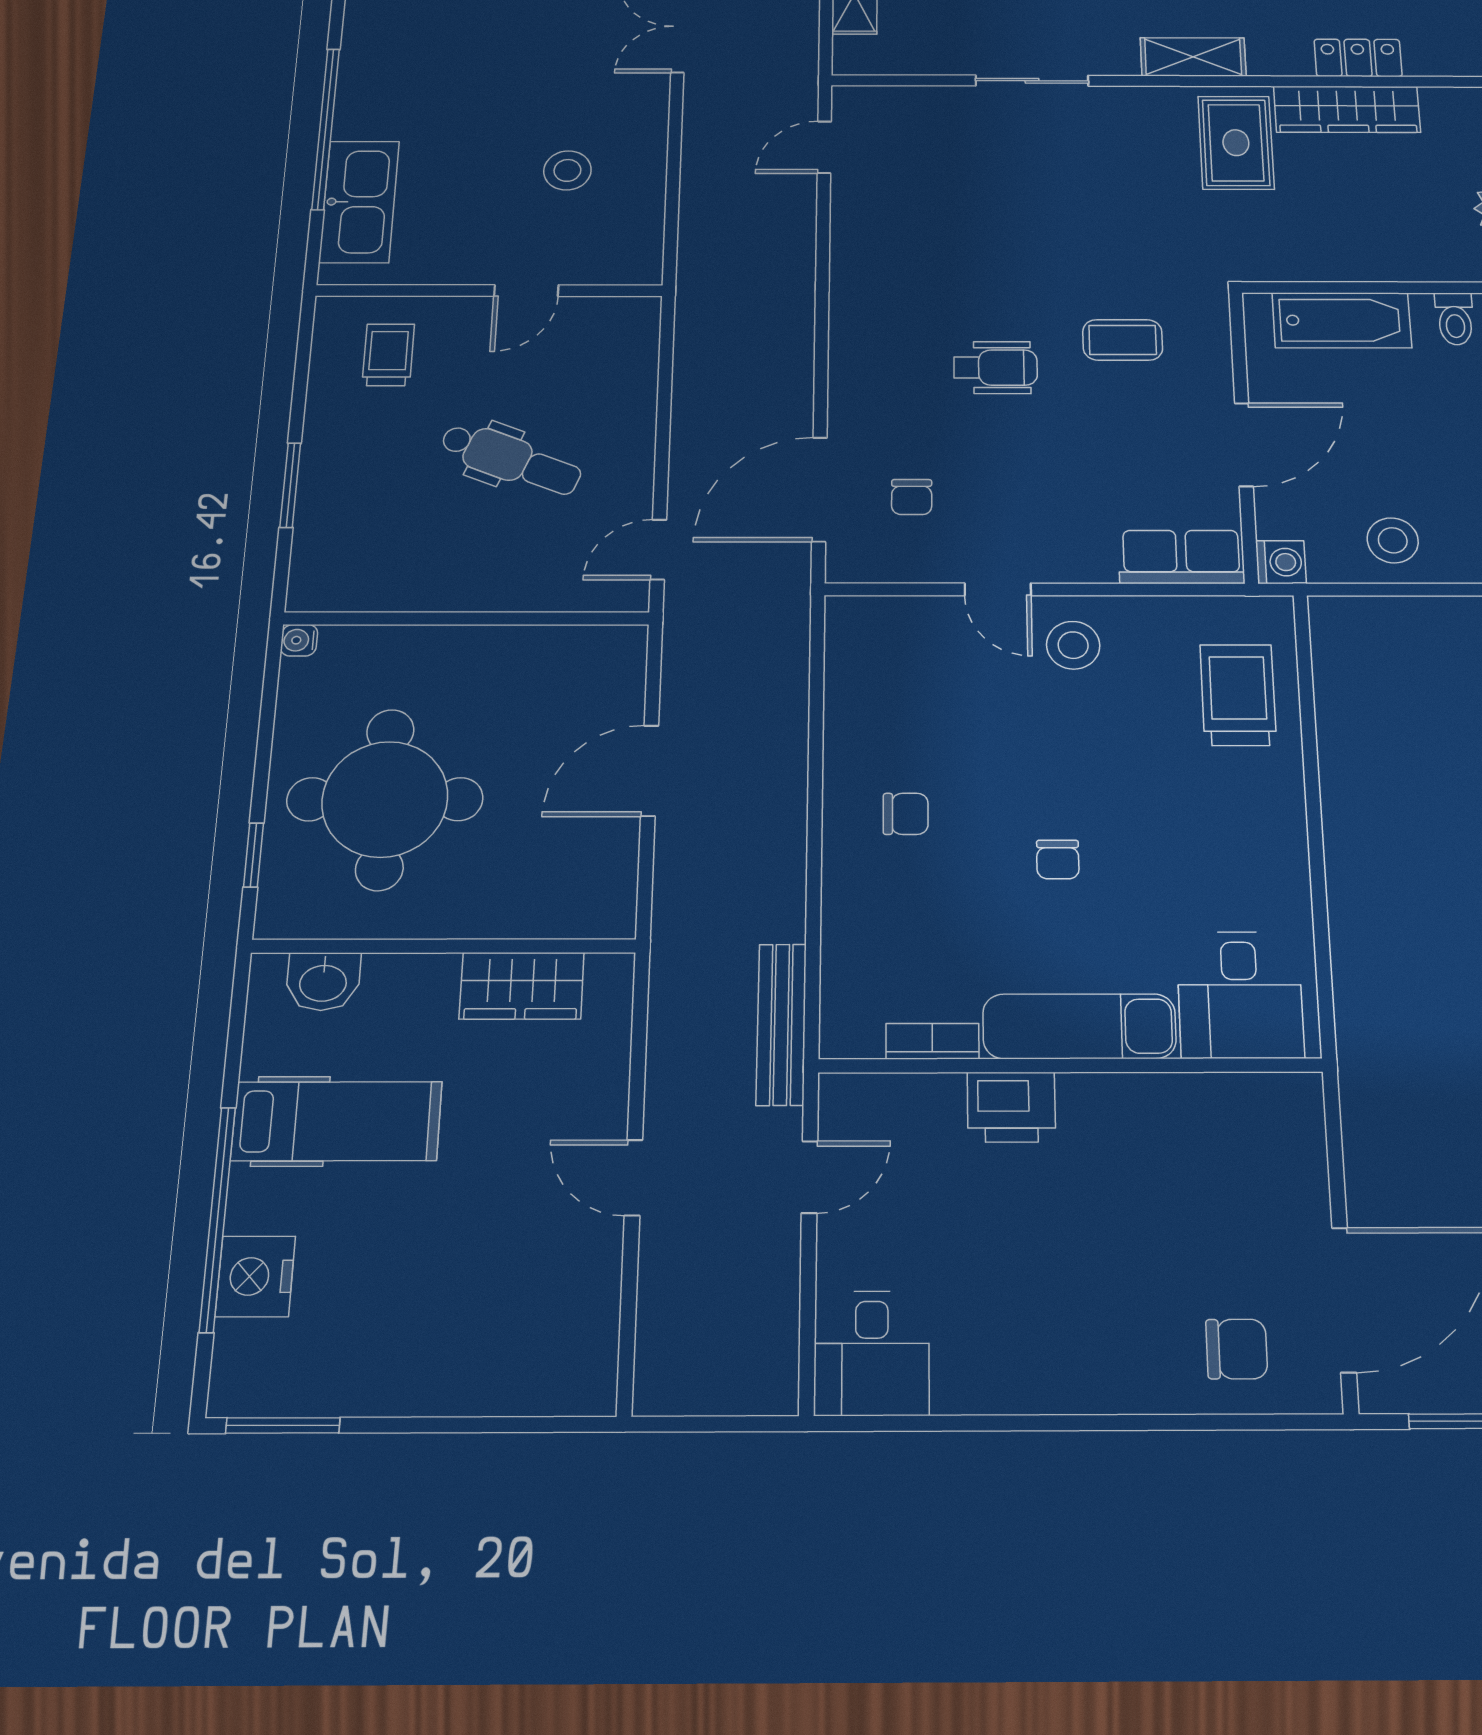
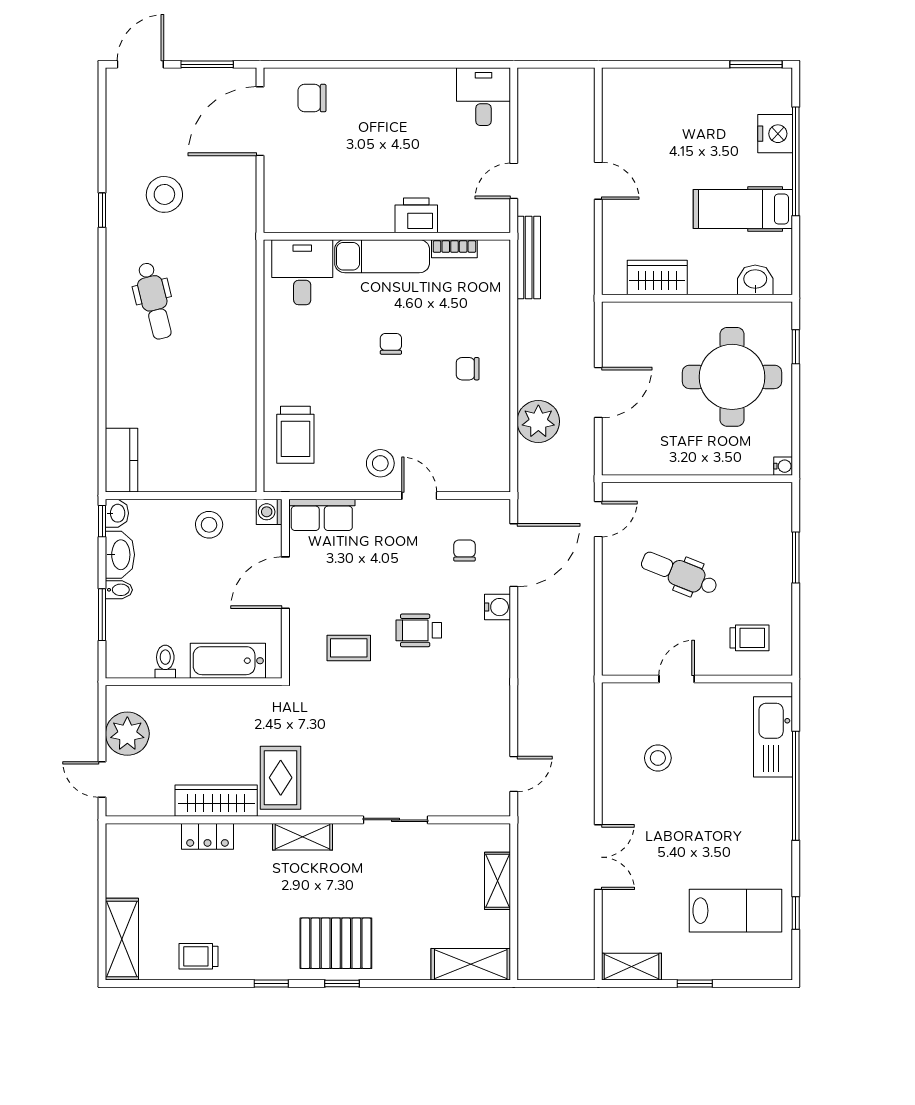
trolley: (388, 355) -> (750, 638), turned -90
water cooler: (851, 405) -> (497, 607), added
plant: (768, 719) -> (538, 421), added

